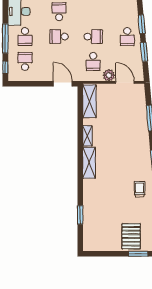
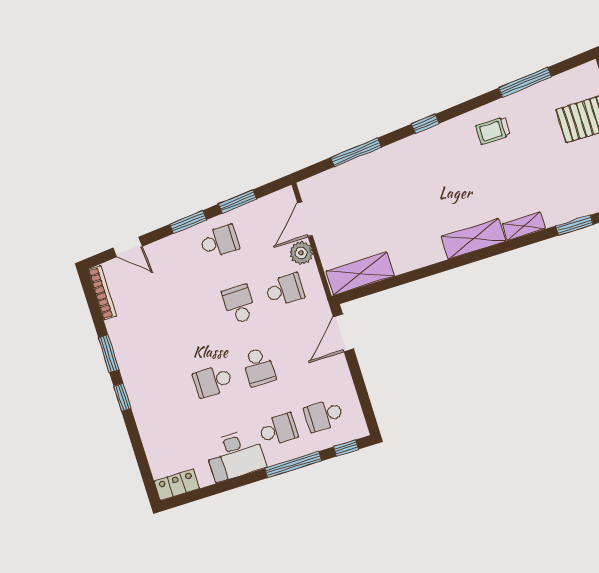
shelving: (87, 136) -> (524, 226), moved

